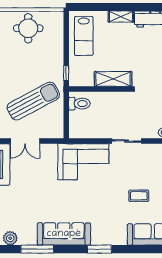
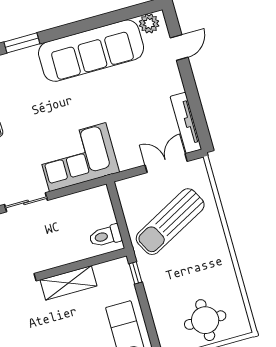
sofa: (64, 234) -> (91, 51), width x1.36, depth x1.27
window: (37, 249) -> (108, 19), removed

